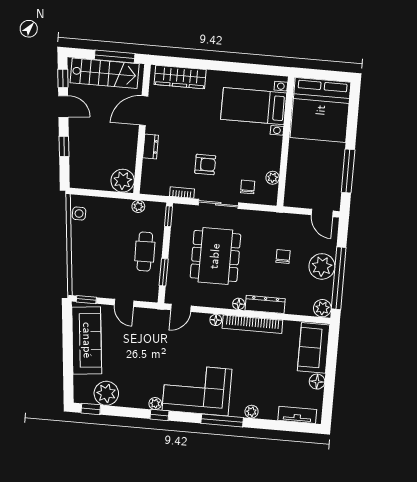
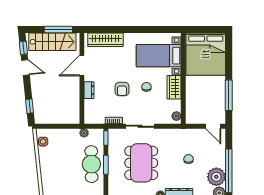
window: (64, 146) -> (30, 106), moved
wardrobe: (271, 153) -> (174, 87), added
armchair: (205, 164) -> (122, 89), moved, turned 90
plant: (273, 178) -> (176, 116), moved
plant: (123, 181) -> (72, 116), removed
chair: (248, 187) -> (146, 87), moved
cafe table: (145, 252) -> (91, 164), width x1.37, depth x1.35
plant: (322, 266) -> (216, 177), moved
window: (164, 272) -> (106, 165), moved

